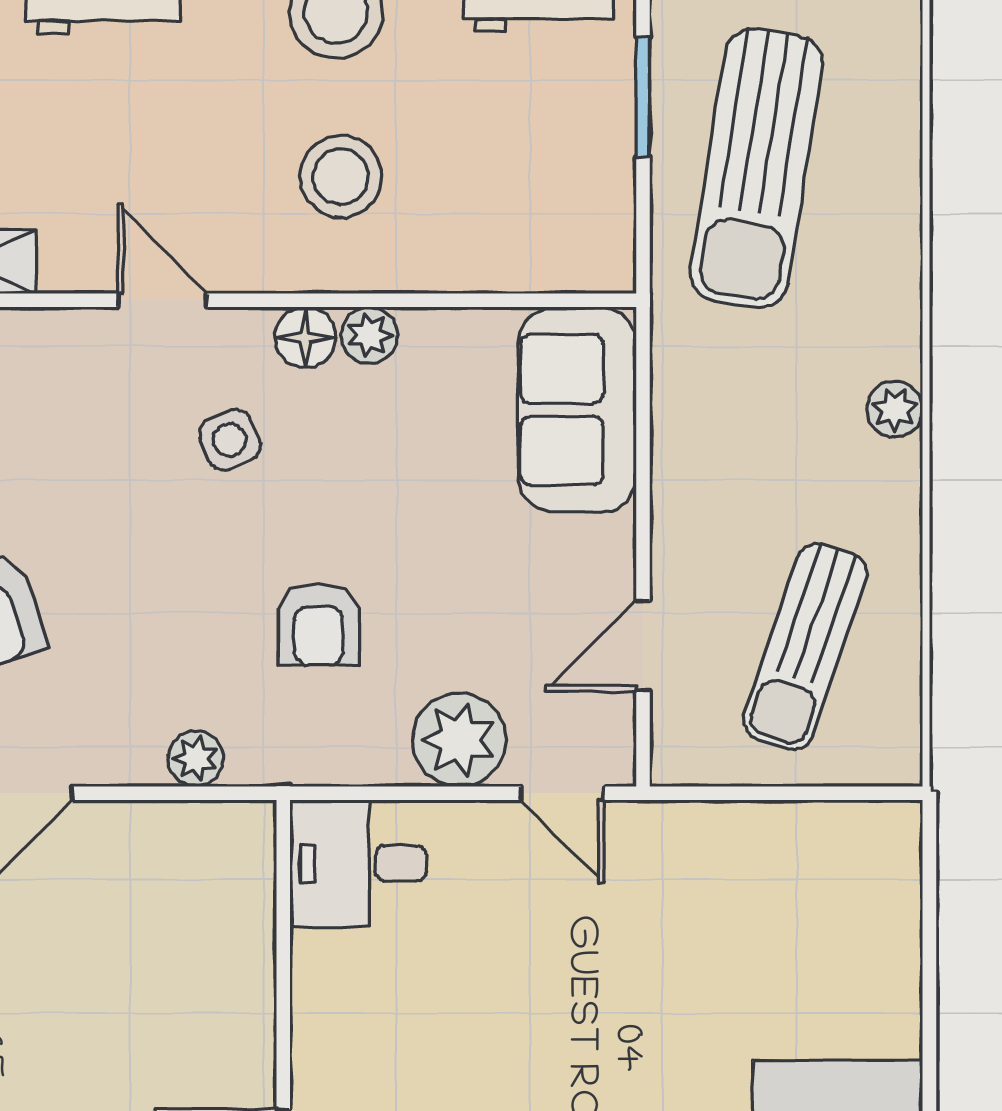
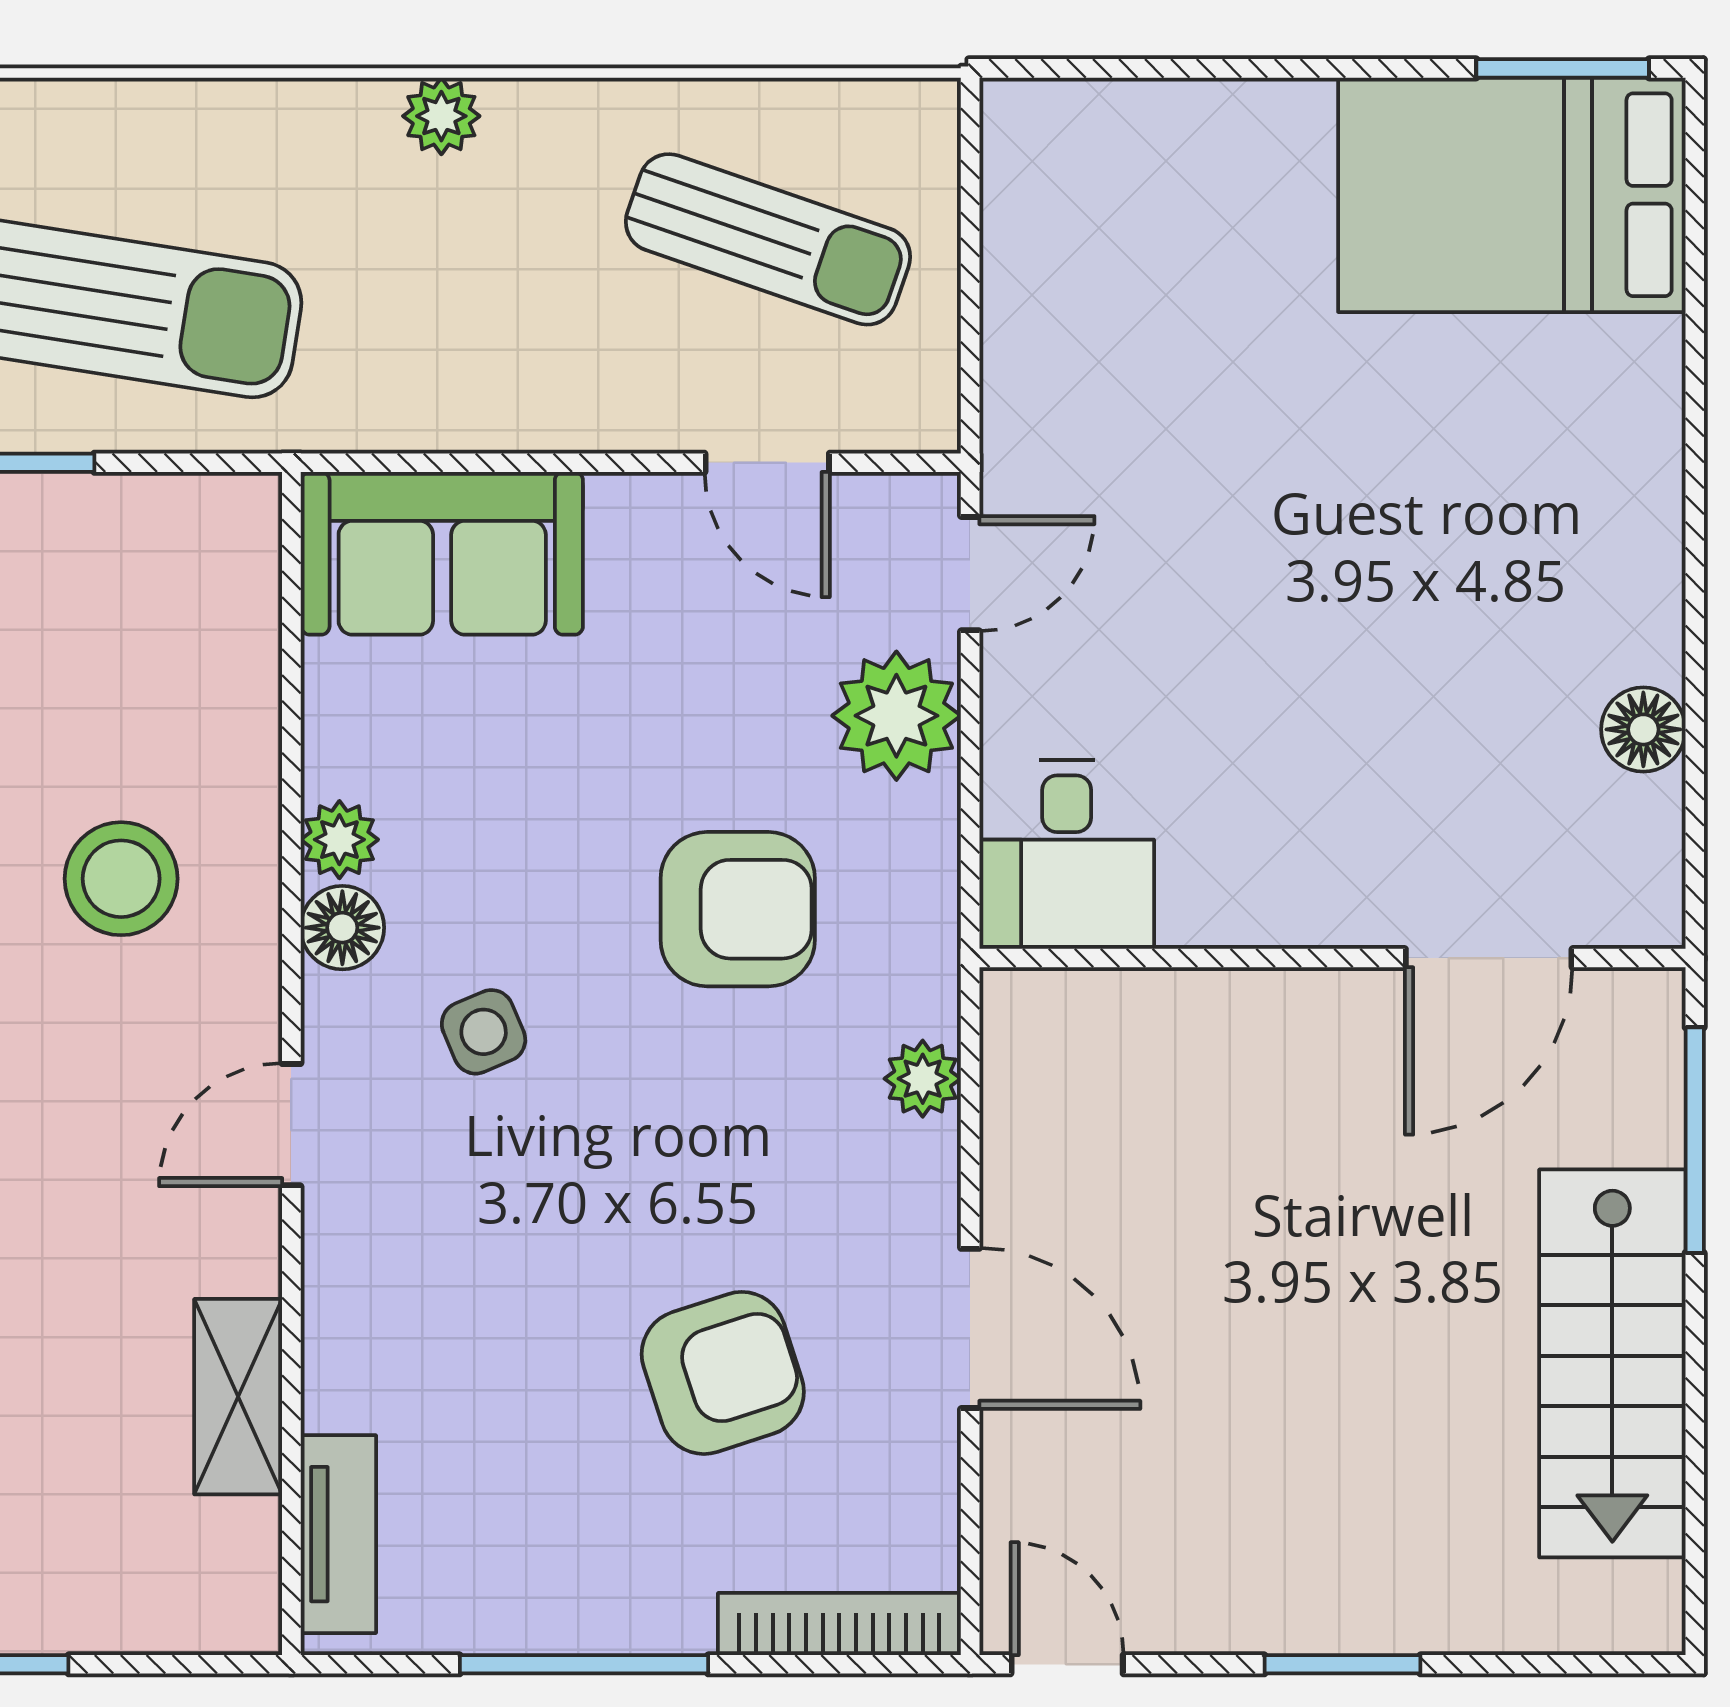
armchair: (319, 624) -> (738, 909), width x1.38, depth x1.38

